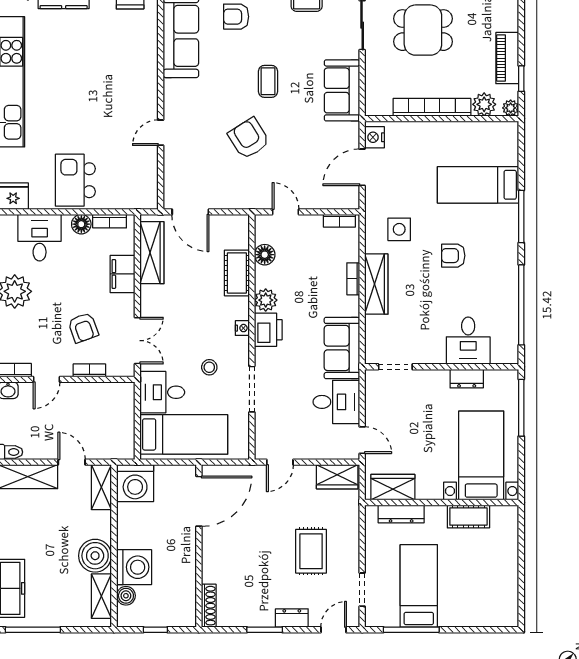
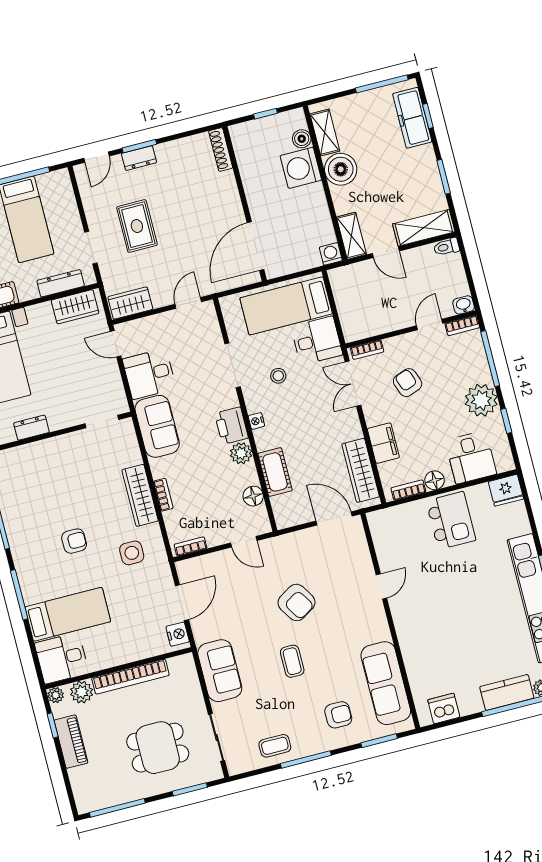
desk: (468, 341) -> (62, 658), moved, turned -90
bookcase: (89, 370) -> (367, 350), moved
washing machine: (135, 483) -> (331, 254), width x0.53, depth x0.53
doorway: (362, 590) -> (91, 248), moved
window: (265, 630) -> (139, 146), moved

